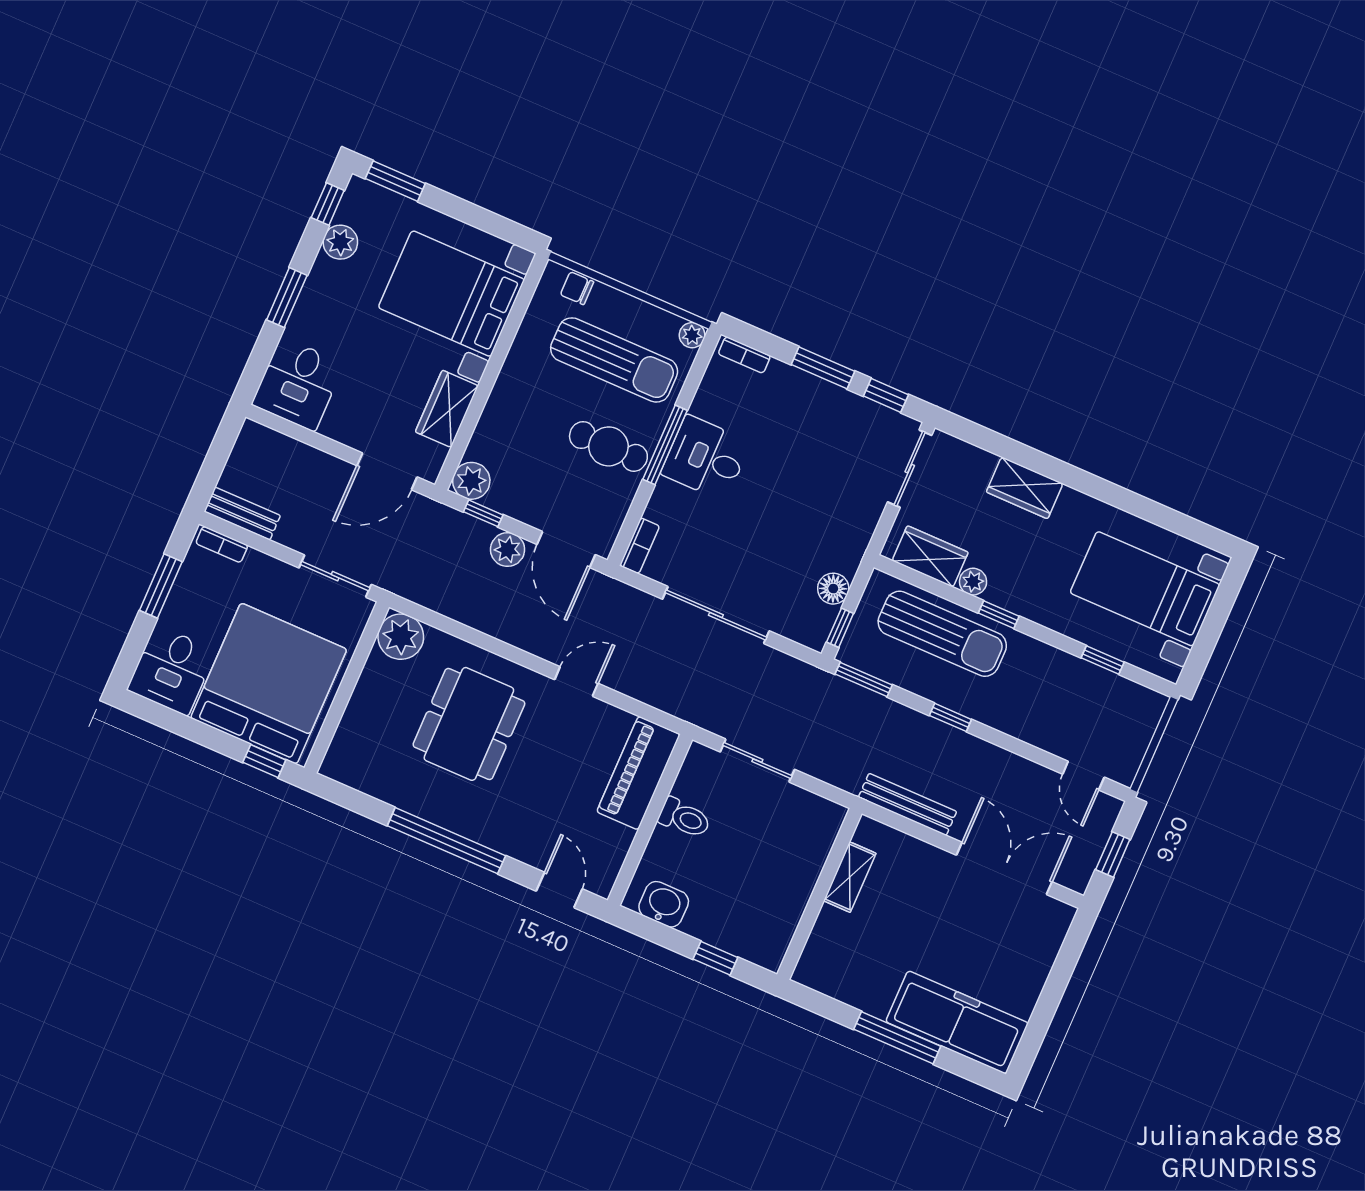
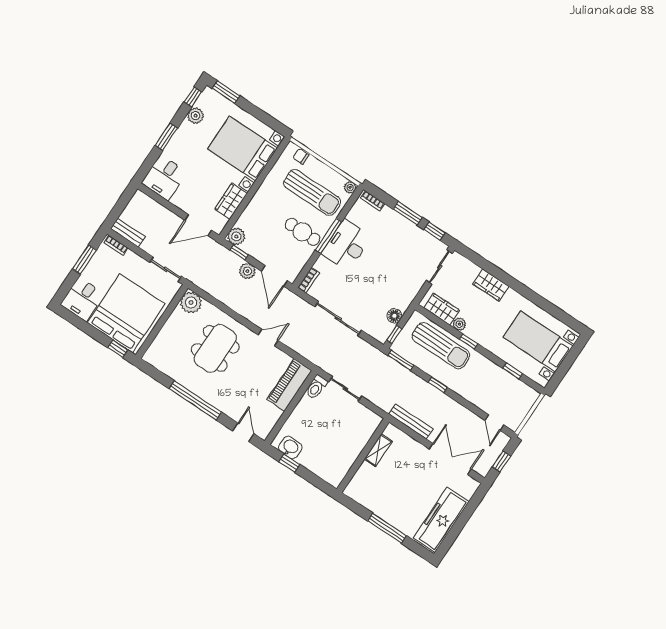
desk: (706, 458) -> (346, 245), width x1.37
toilet: (684, 818) -> (316, 387), moved, turned 90
window: (715, 958) -> (289, 463), moved
freezer: (957, 1022) -> (441, 520), moved, turned -90

